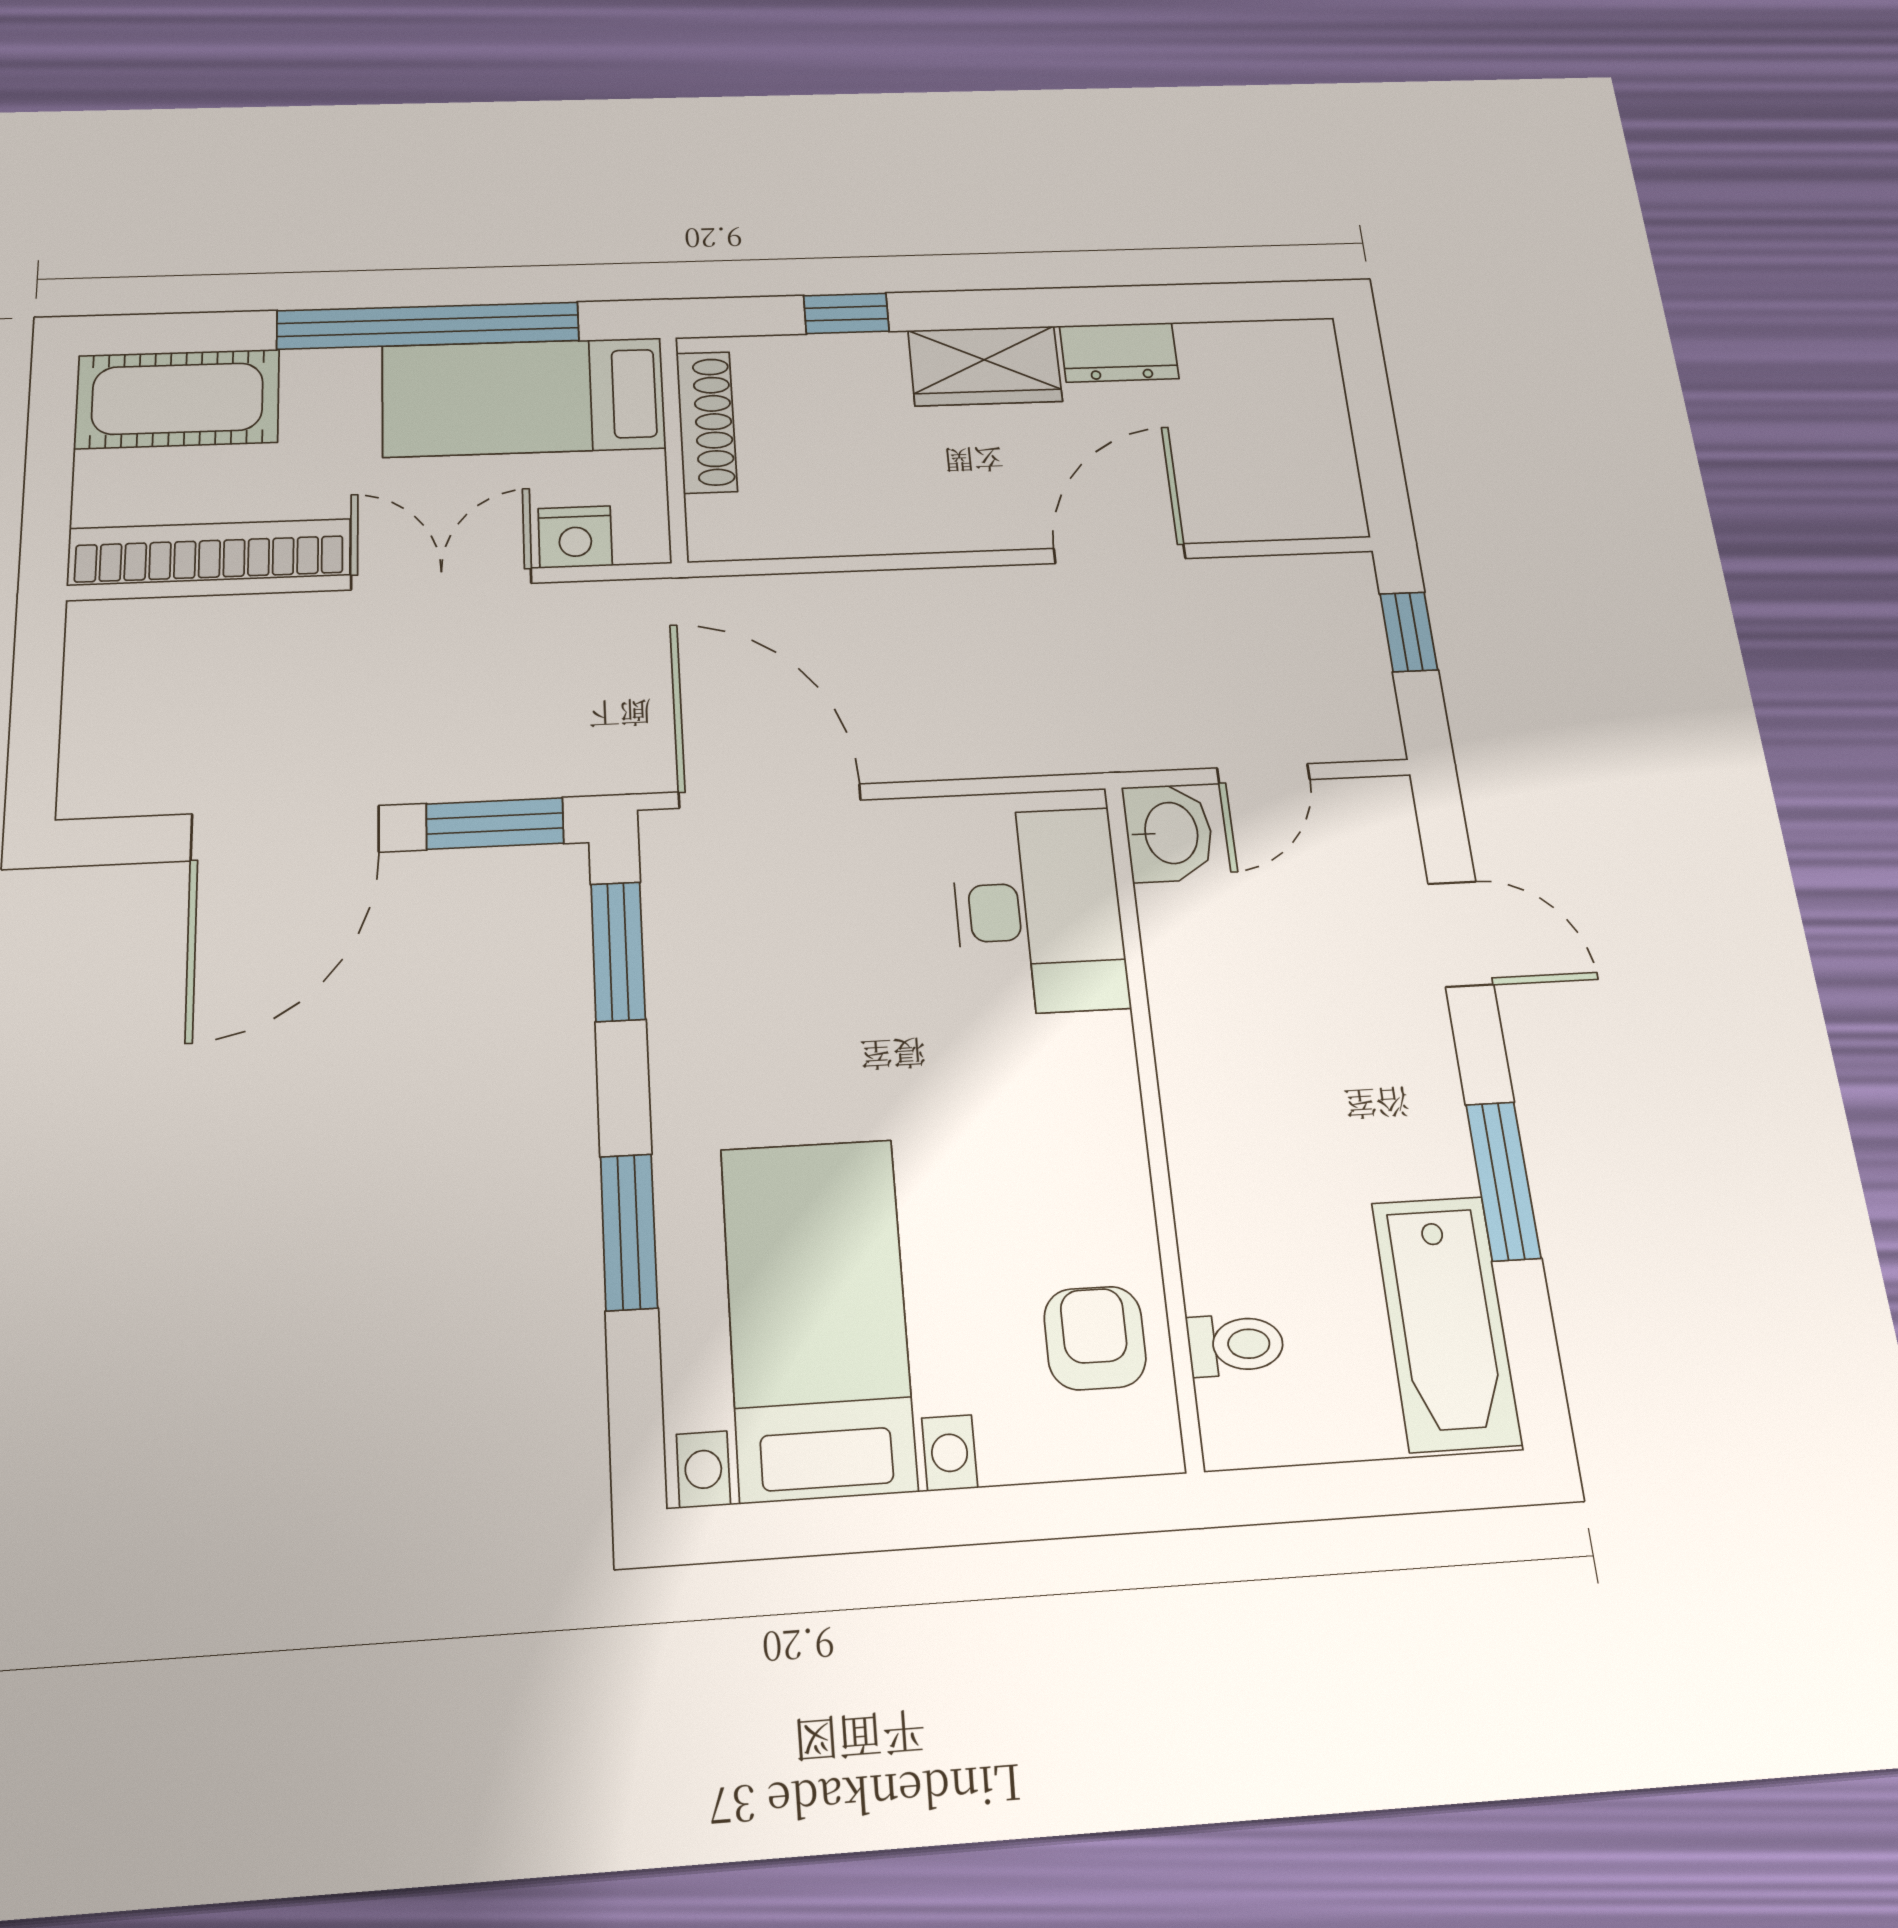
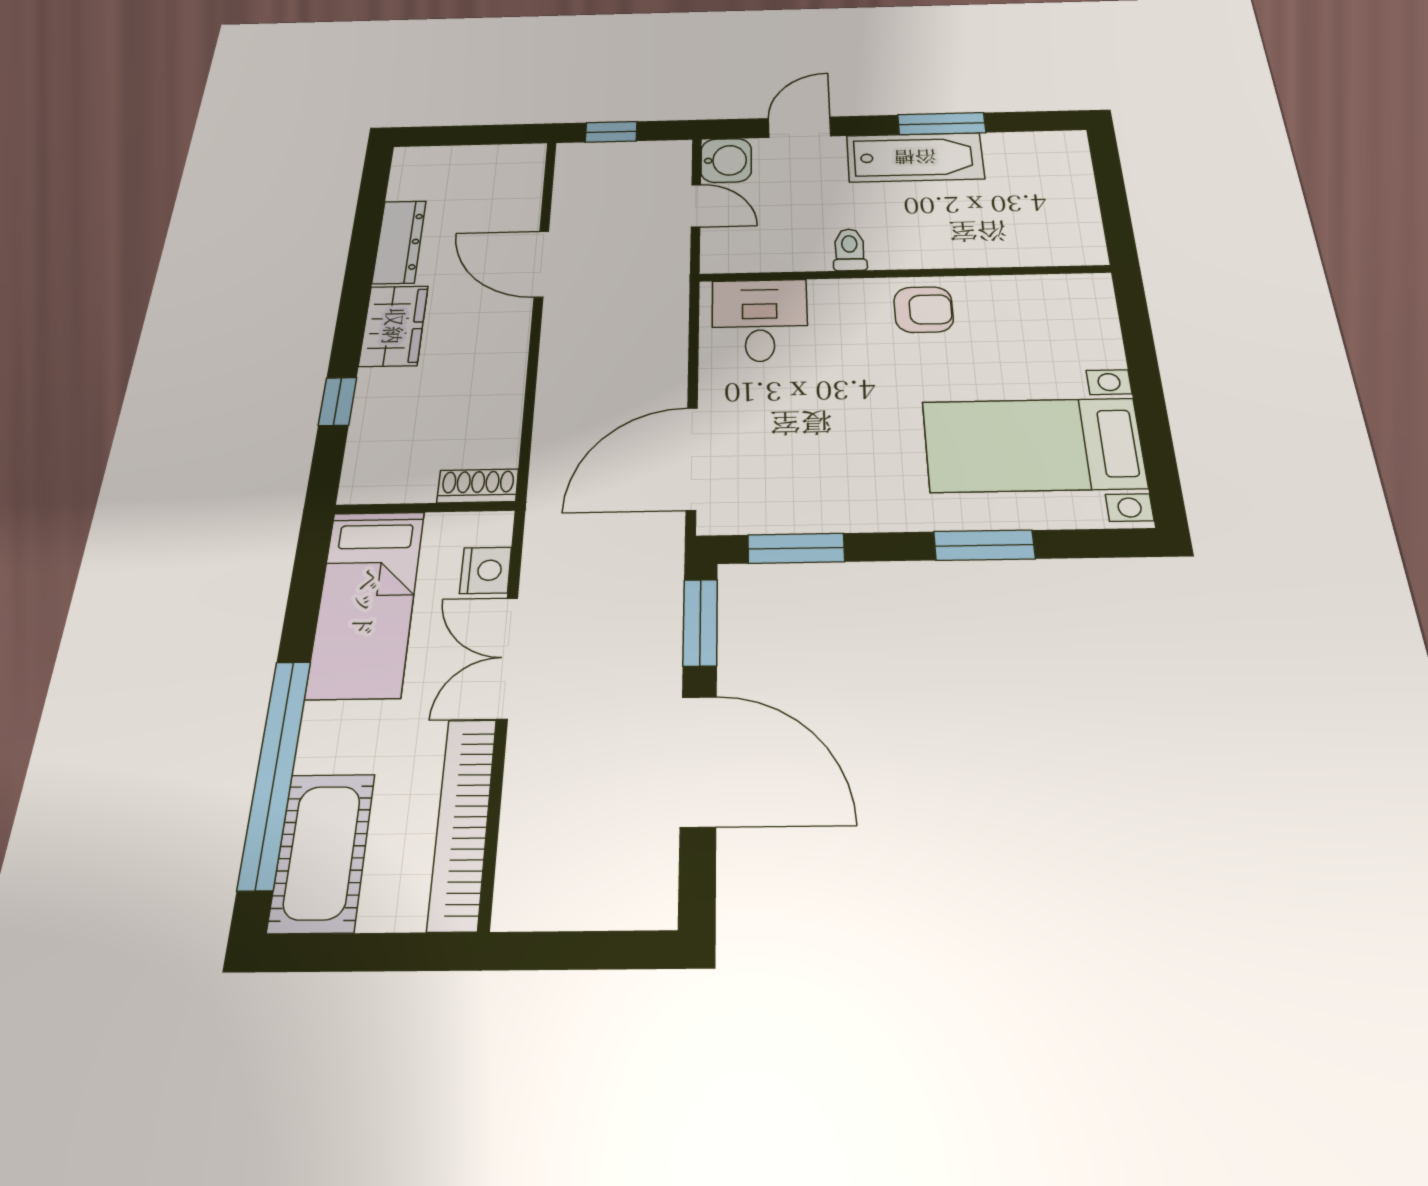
window: (428, 326) -> (275, 772), moved
dresser: (1119, 352) -> (399, 242), width x1.44
shoe rack: (707, 422) -> (478, 486), moved, width x0.70
washbasin: (1169, 833) -> (726, 160), moved, turned 90
desk: (1039, 911) -> (760, 320), width x0.73
bathtub: (1446, 1323) -> (915, 157), moved
armchair: (1095, 1338) -> (924, 310), moved, turned 180
toilet: (1236, 1345) -> (850, 250), moved

